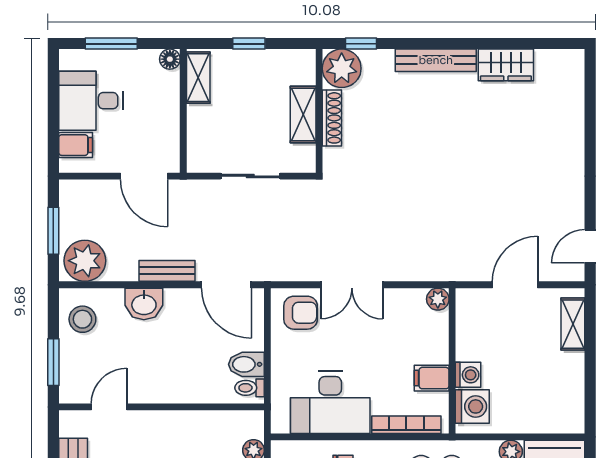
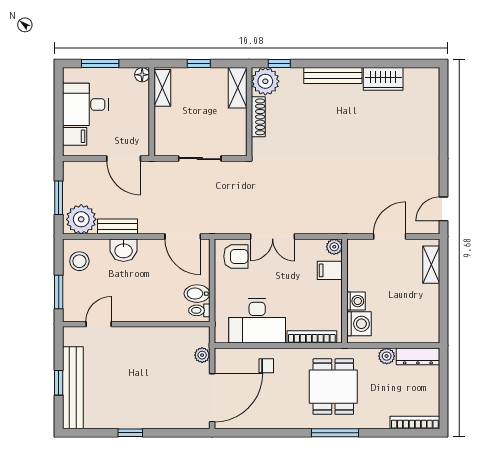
shelving: (303, 114) -> (238, 88), moved
bench: (167, 271) -> (118, 227), moved
filing cabinet: (432, 378) -> (330, 270), moved

